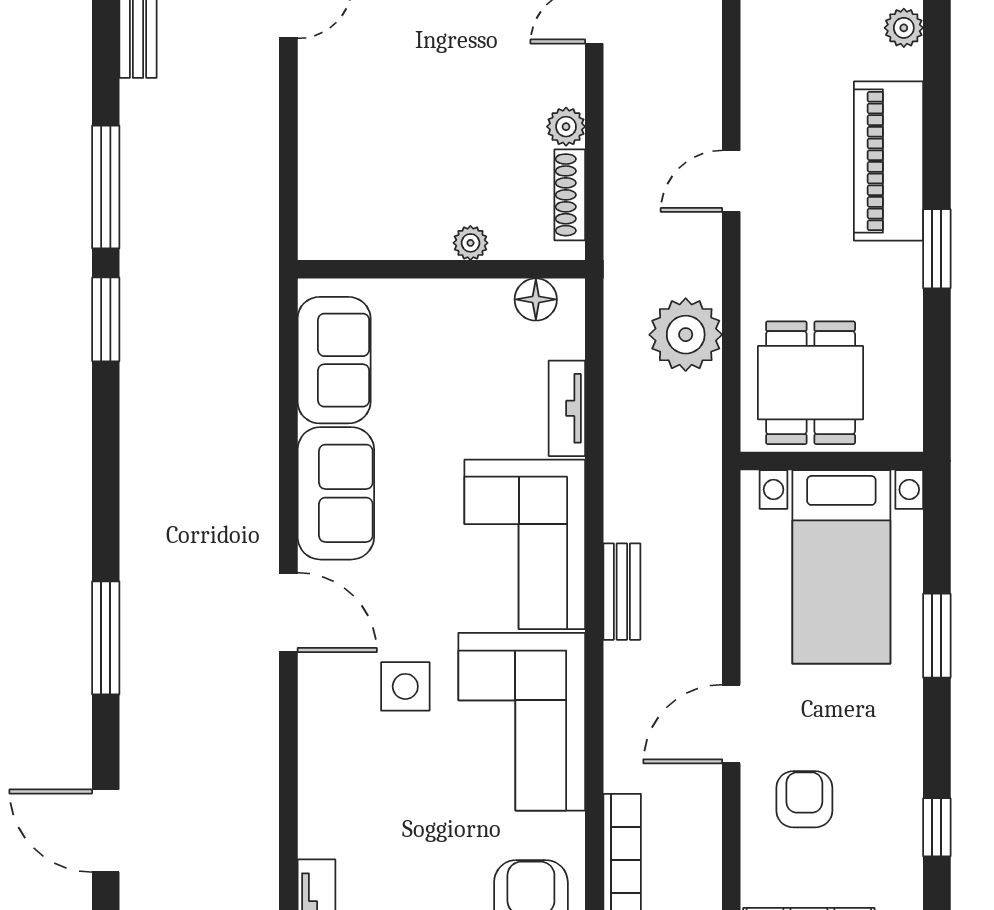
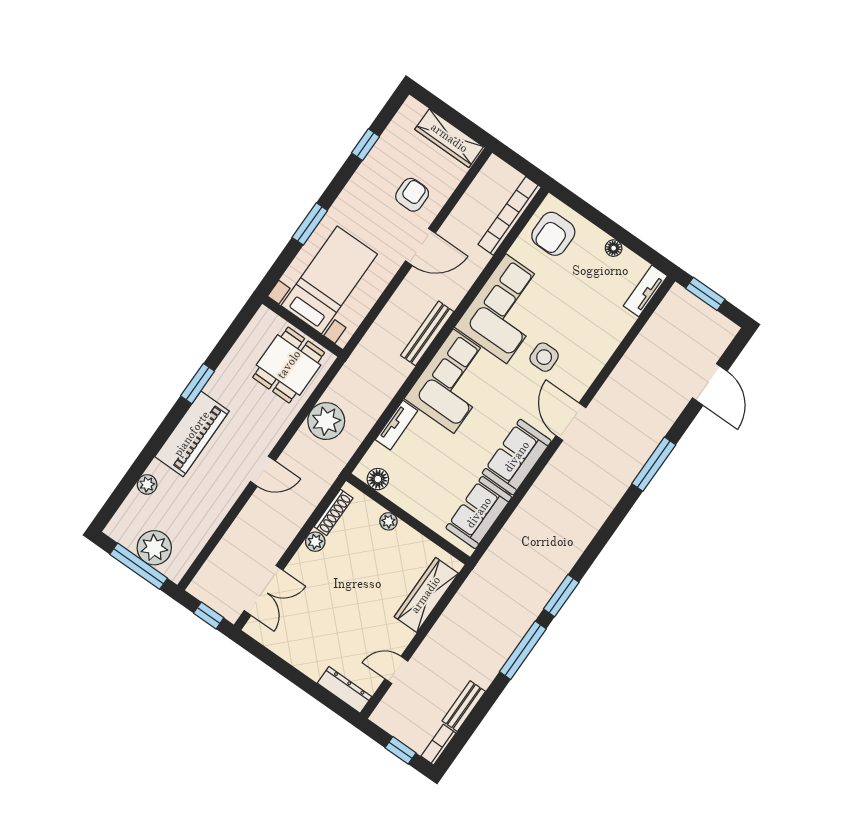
wardrobe: (325, 167) -> (426, 595), added
bench: (622, 592) -> (427, 333), width x1.36
armchair: (804, 799) -> (412, 195), turned 180

